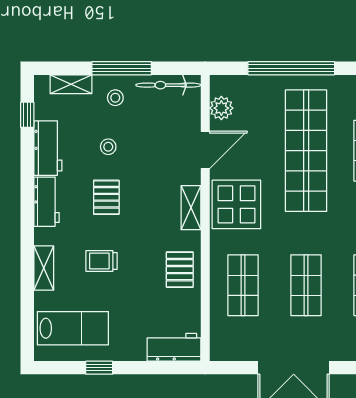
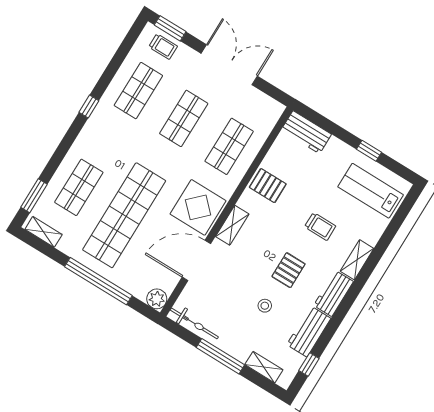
stool: (115, 98) -> (238, 338), removed
plant: (221, 108) -> (157, 299), moved
door: (205, 150) -> (196, 260), width x1.36
shelving: (44, 268) -> (357, 260), moved
pallet: (180, 270) -> (268, 186), turned 90

